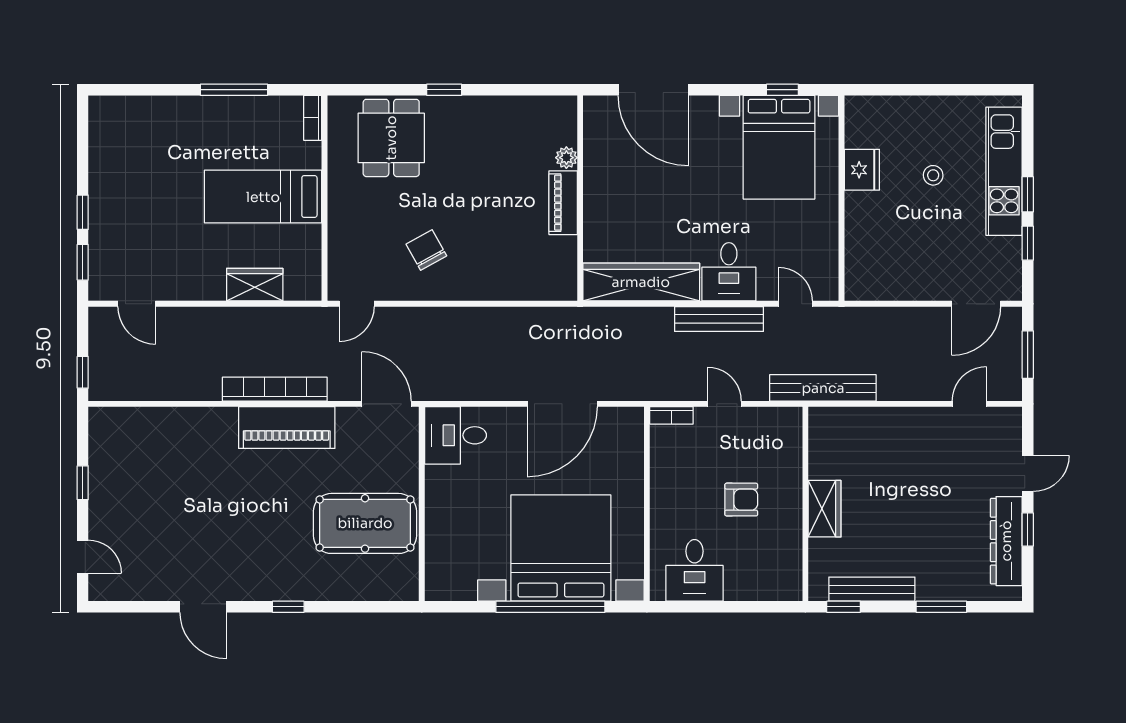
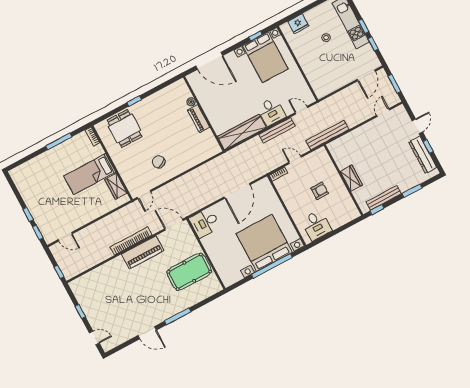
fridge: (862, 170) -> (298, 24), moved, turned 90
wardrobe: (255, 285) -> (116, 186), moved, turned -90
window: (288, 607) -> (178, 316), width x2.17

